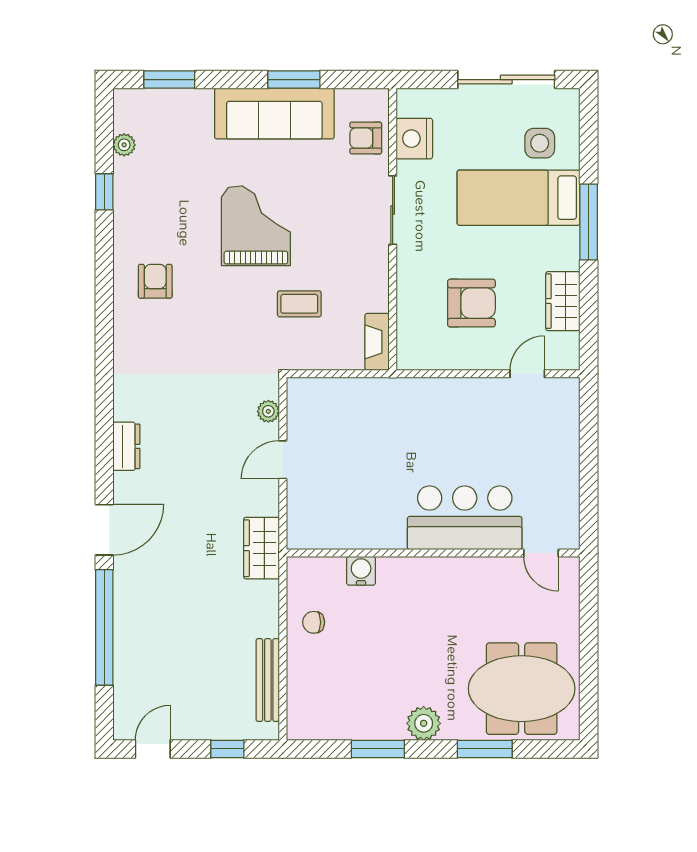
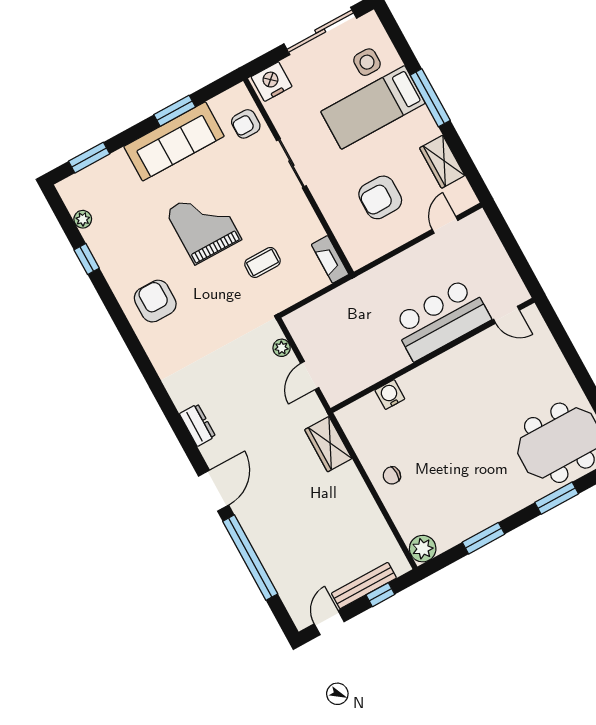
nightstand: (414, 139) -> (272, 82), moved, turned 90
armchair: (155, 281) -> (155, 301), width x1.38, depth x1.38
armchair: (471, 303) -> (380, 197), turned 180
bar counter: (465, 518) -> (441, 319), moved
wall: (433, 553) -> (433, 355), moved
door: (541, 553) -> (507, 315), moved
water cooler: (361, 571) -> (390, 395), moved
bench: (268, 680) -> (364, 586), moved, turned 90
plant: (424, 723) -> (423, 549), moved

